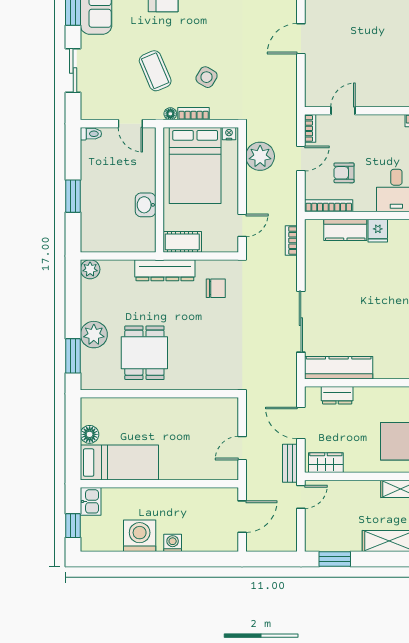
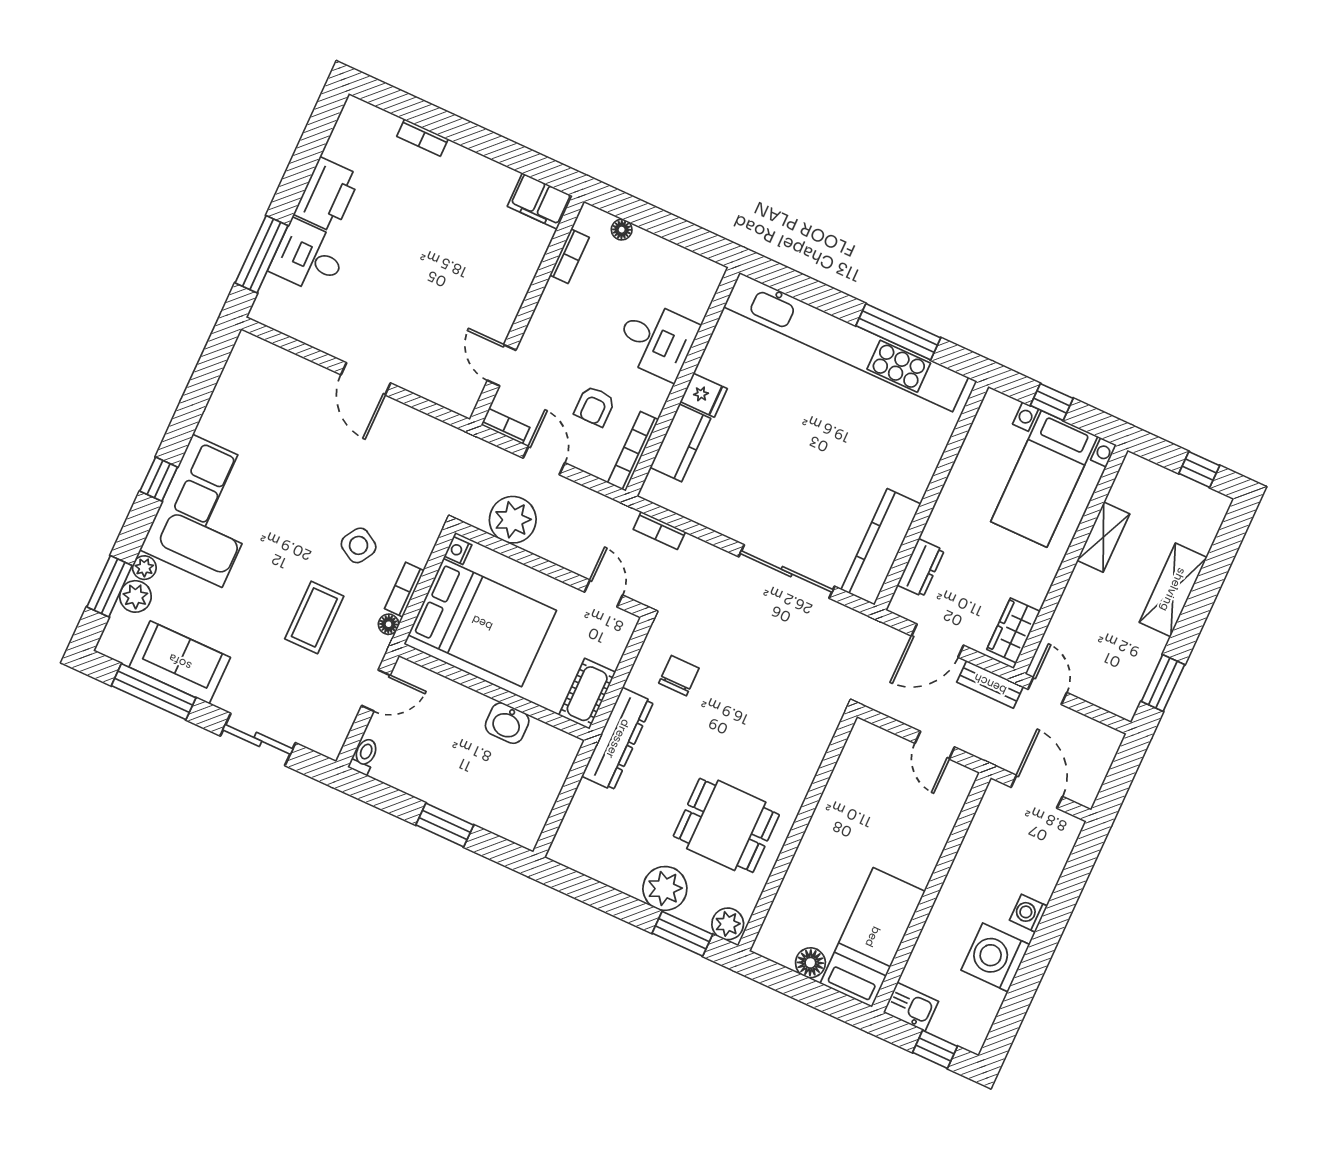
coffee table: (155, 71) -> (314, 618), turned -67
plant: (90, 269) -> (728, 924), moved

